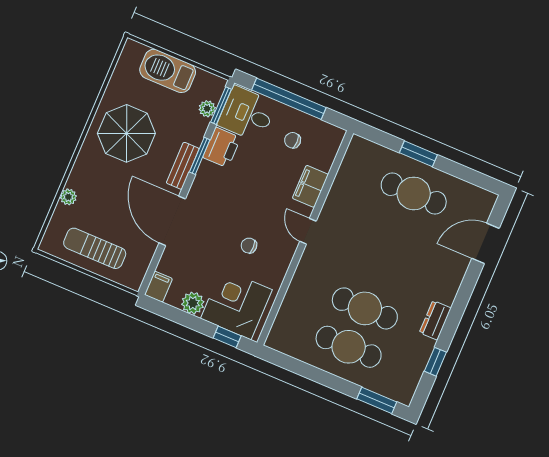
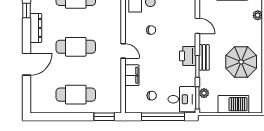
printer: (222, 147) -> (188, 56), moved
window: (418, 154) -> (104, 117), moved
door: (172, 221) -> (197, 26), width x0.53
door: (486, 243) -> (26, 64), moved
cafe table: (365, 308) -> (76, 47), moved
dresser: (435, 320) -> (36, 28), width x1.44

